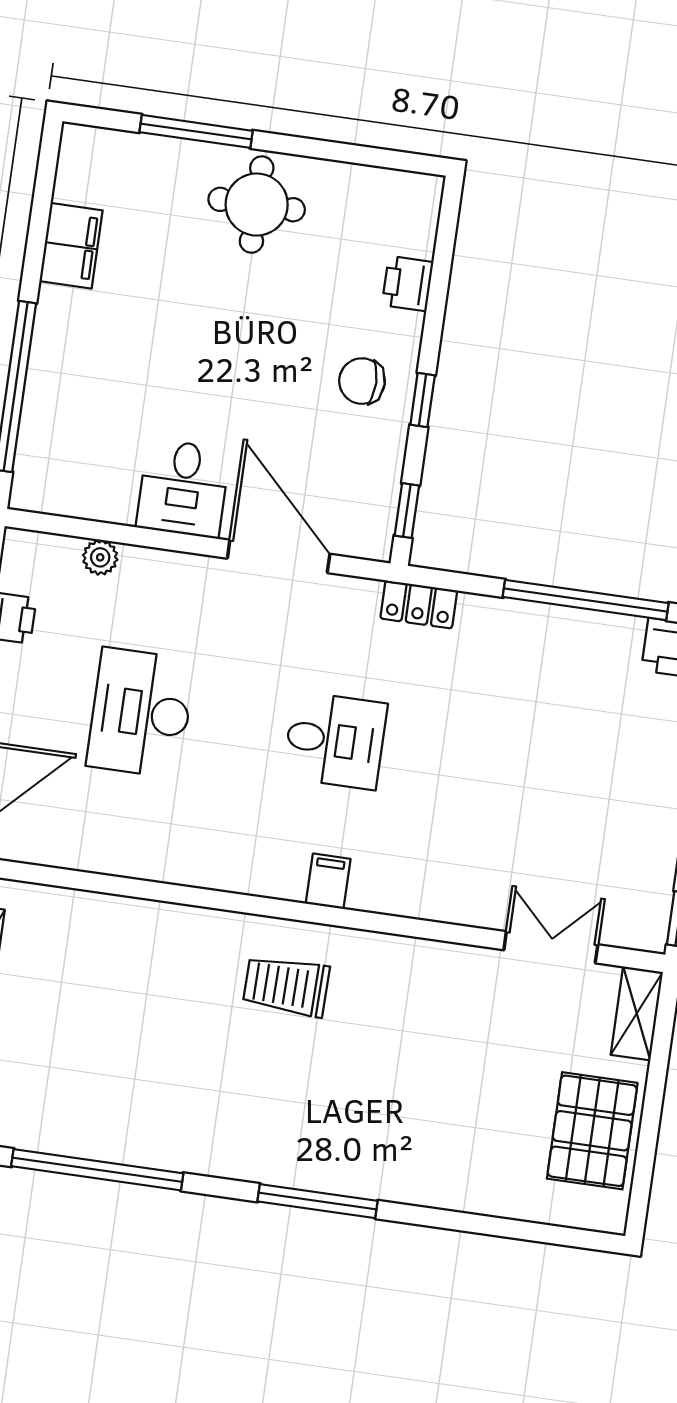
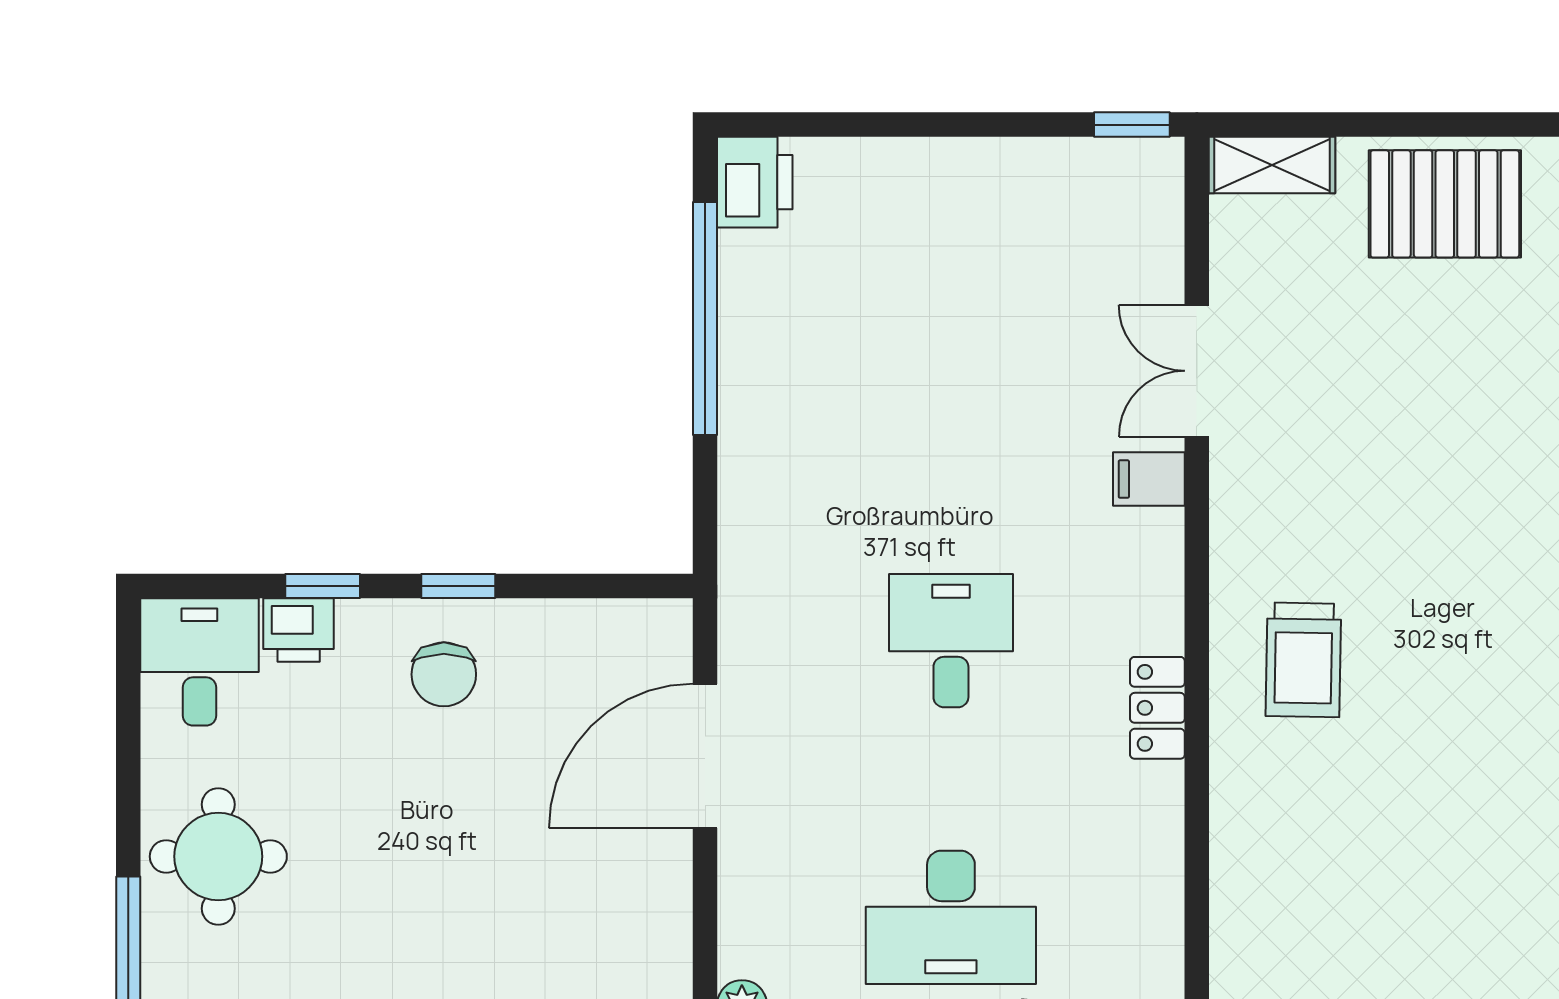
desk: (183, 488) -> (199, 662), moved, turned -90
window: (407, 511) -> (323, 586), moved
locker: (419, 604) -> (1157, 708), moved, turned 180
filing cabinet: (328, 881) -> (1149, 479), moved
double door: (551, 947) -> (1197, 371), moved

